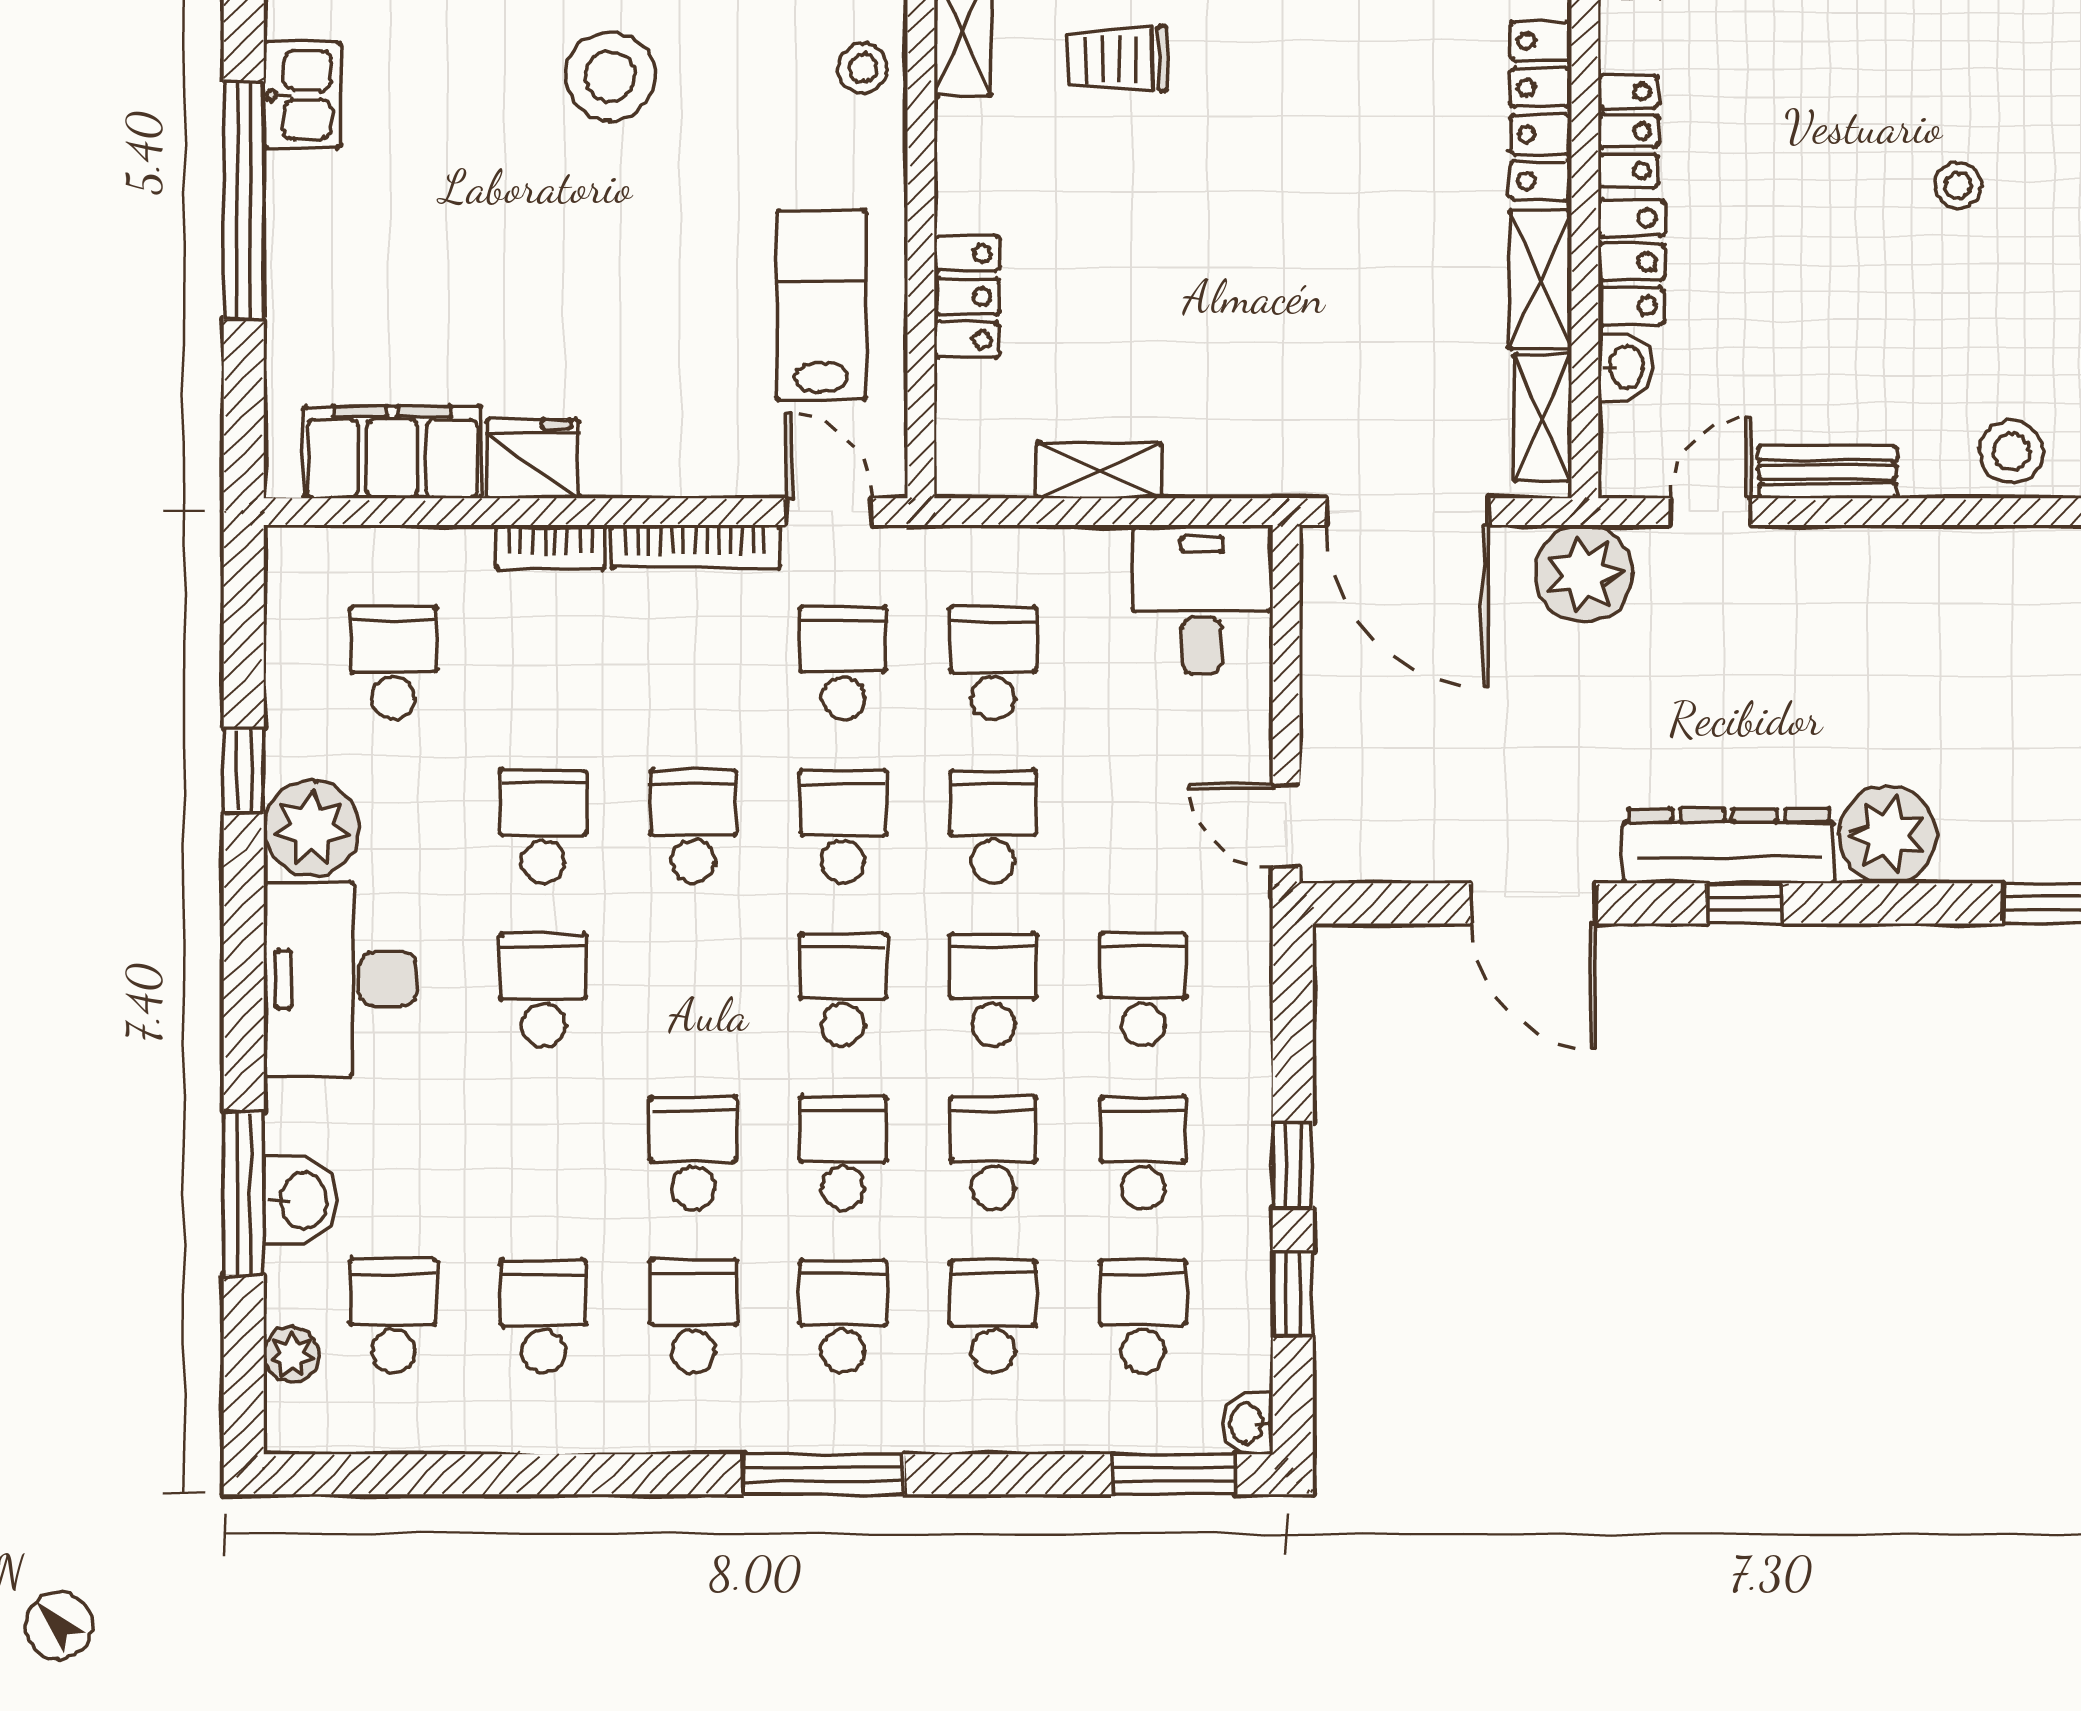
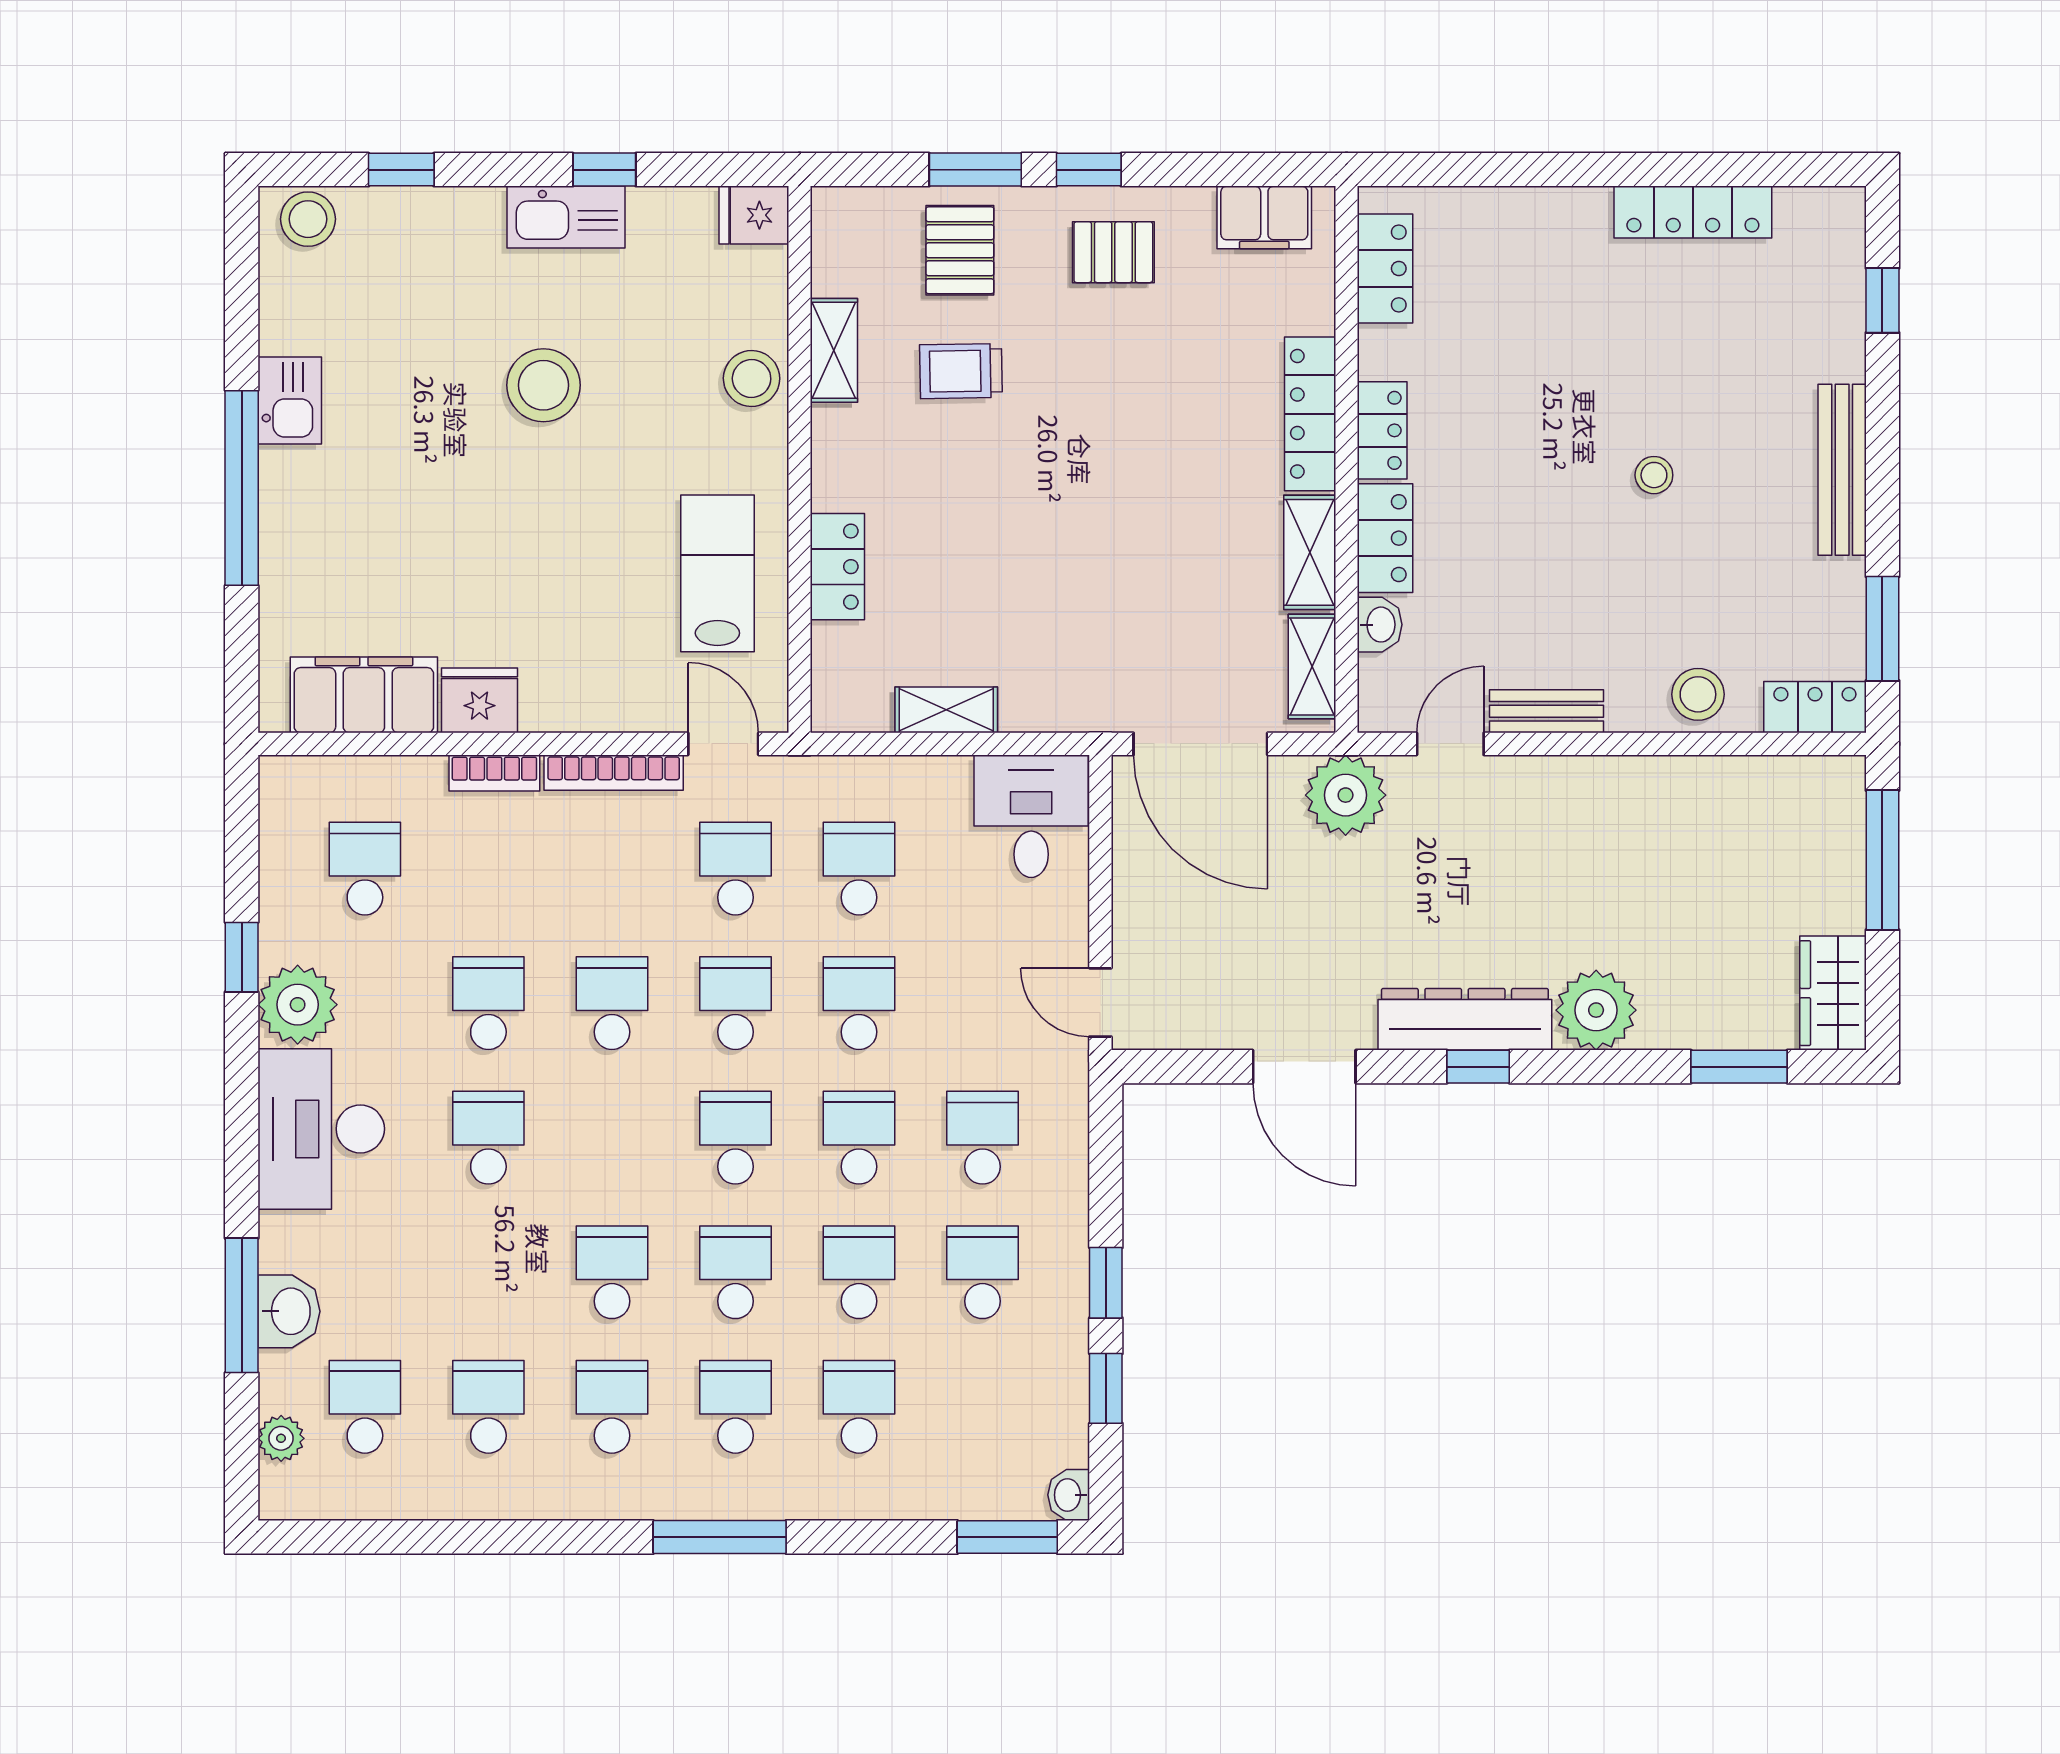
stool: (863, 68) -> (752, 378), width x1.37, depth x1.37
school desk: (1143, 1316) -> (982, 1407), removed

